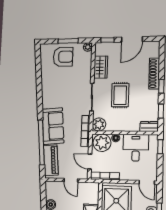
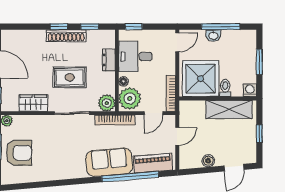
armchair: (63, 57) -> (19, 153), turned 90
shoe rack: (154, 74) -> (66, 36), moved
dresser: (149, 126) -> (109, 60), moved

